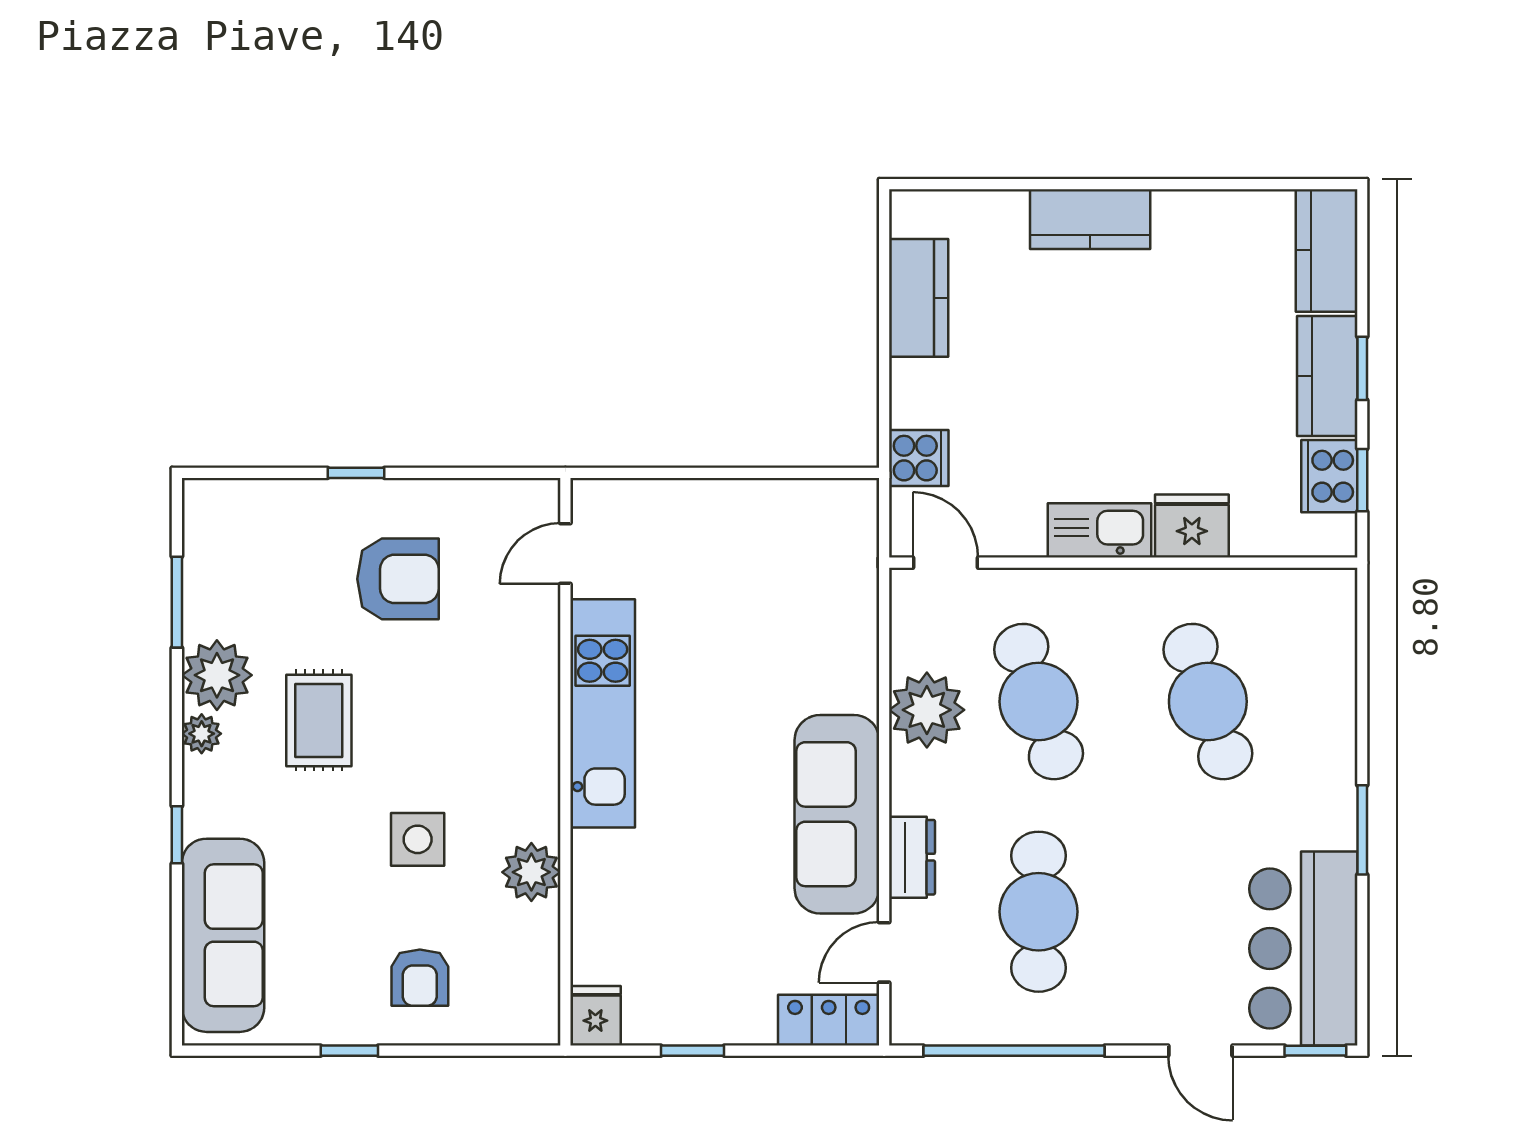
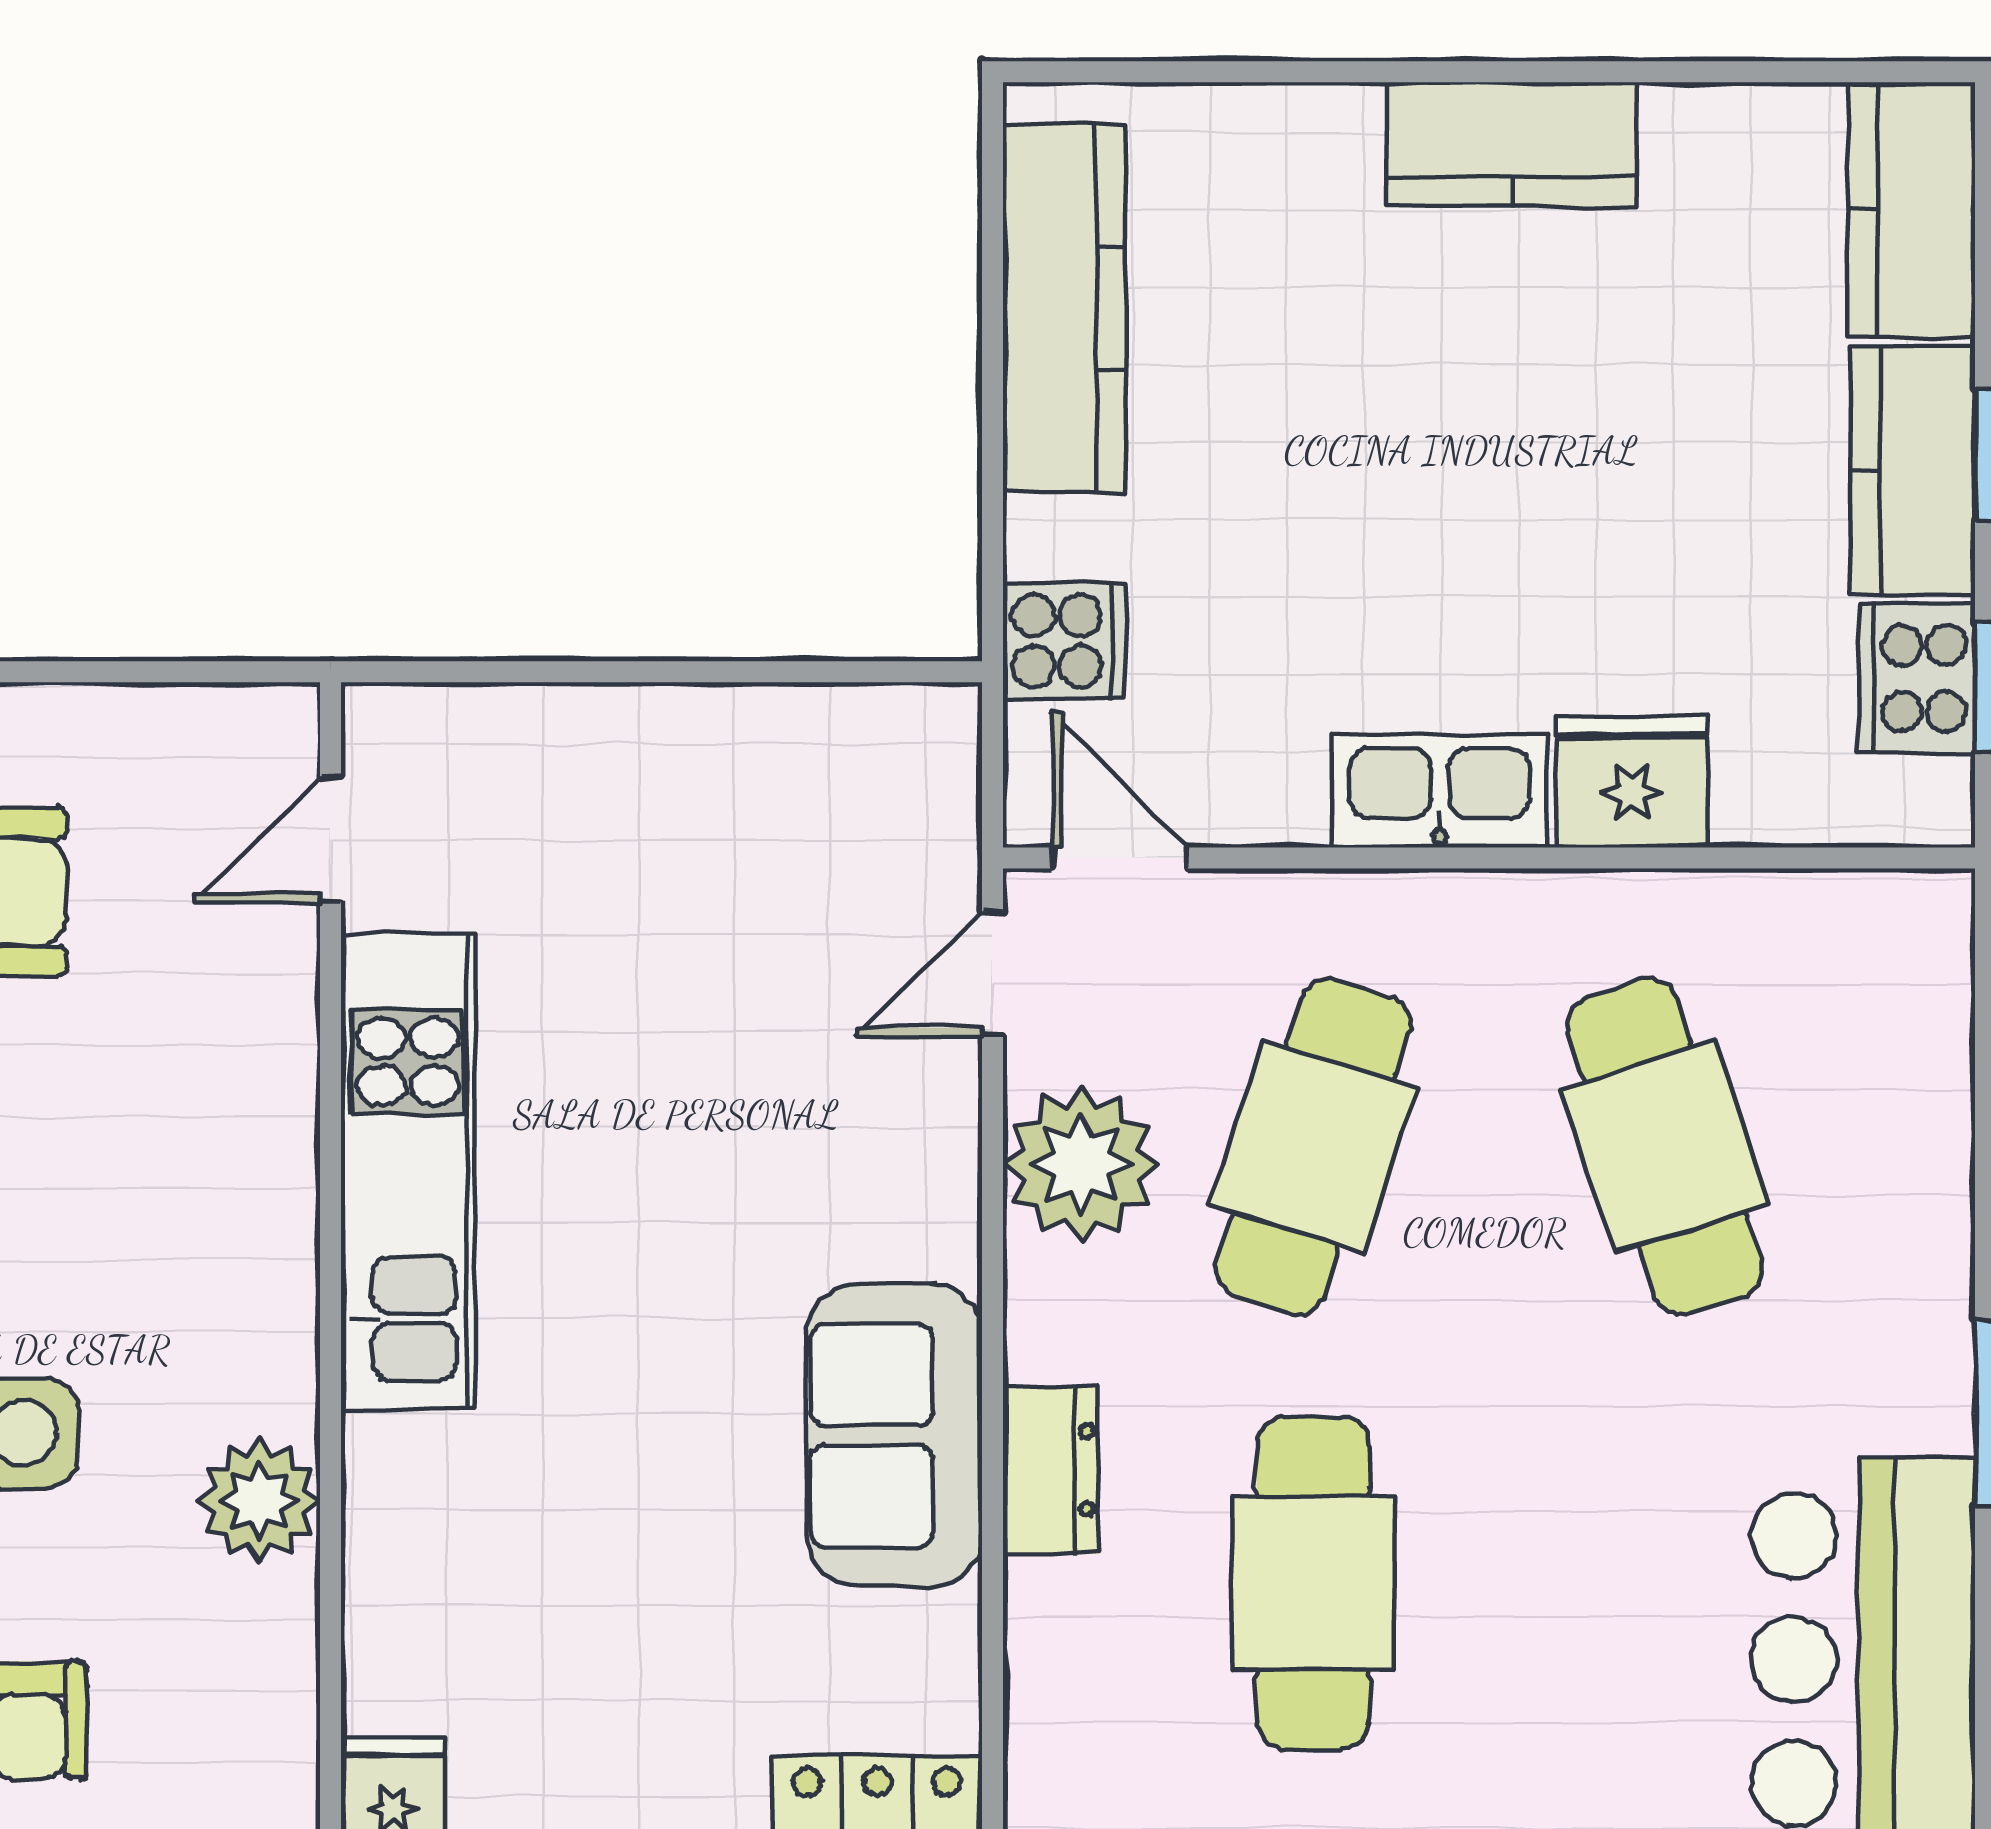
kitchen counter: (1090, 219) -> (1512, 144), moved
kitchen counter: (919, 298) -> (1064, 308), width x1.50
cafe table: (1039, 702) -> (1313, 1146), turned 36
sofa: (837, 814) -> (894, 1435), width x0.73
door: (884, 952) -> (992, 974), moved

